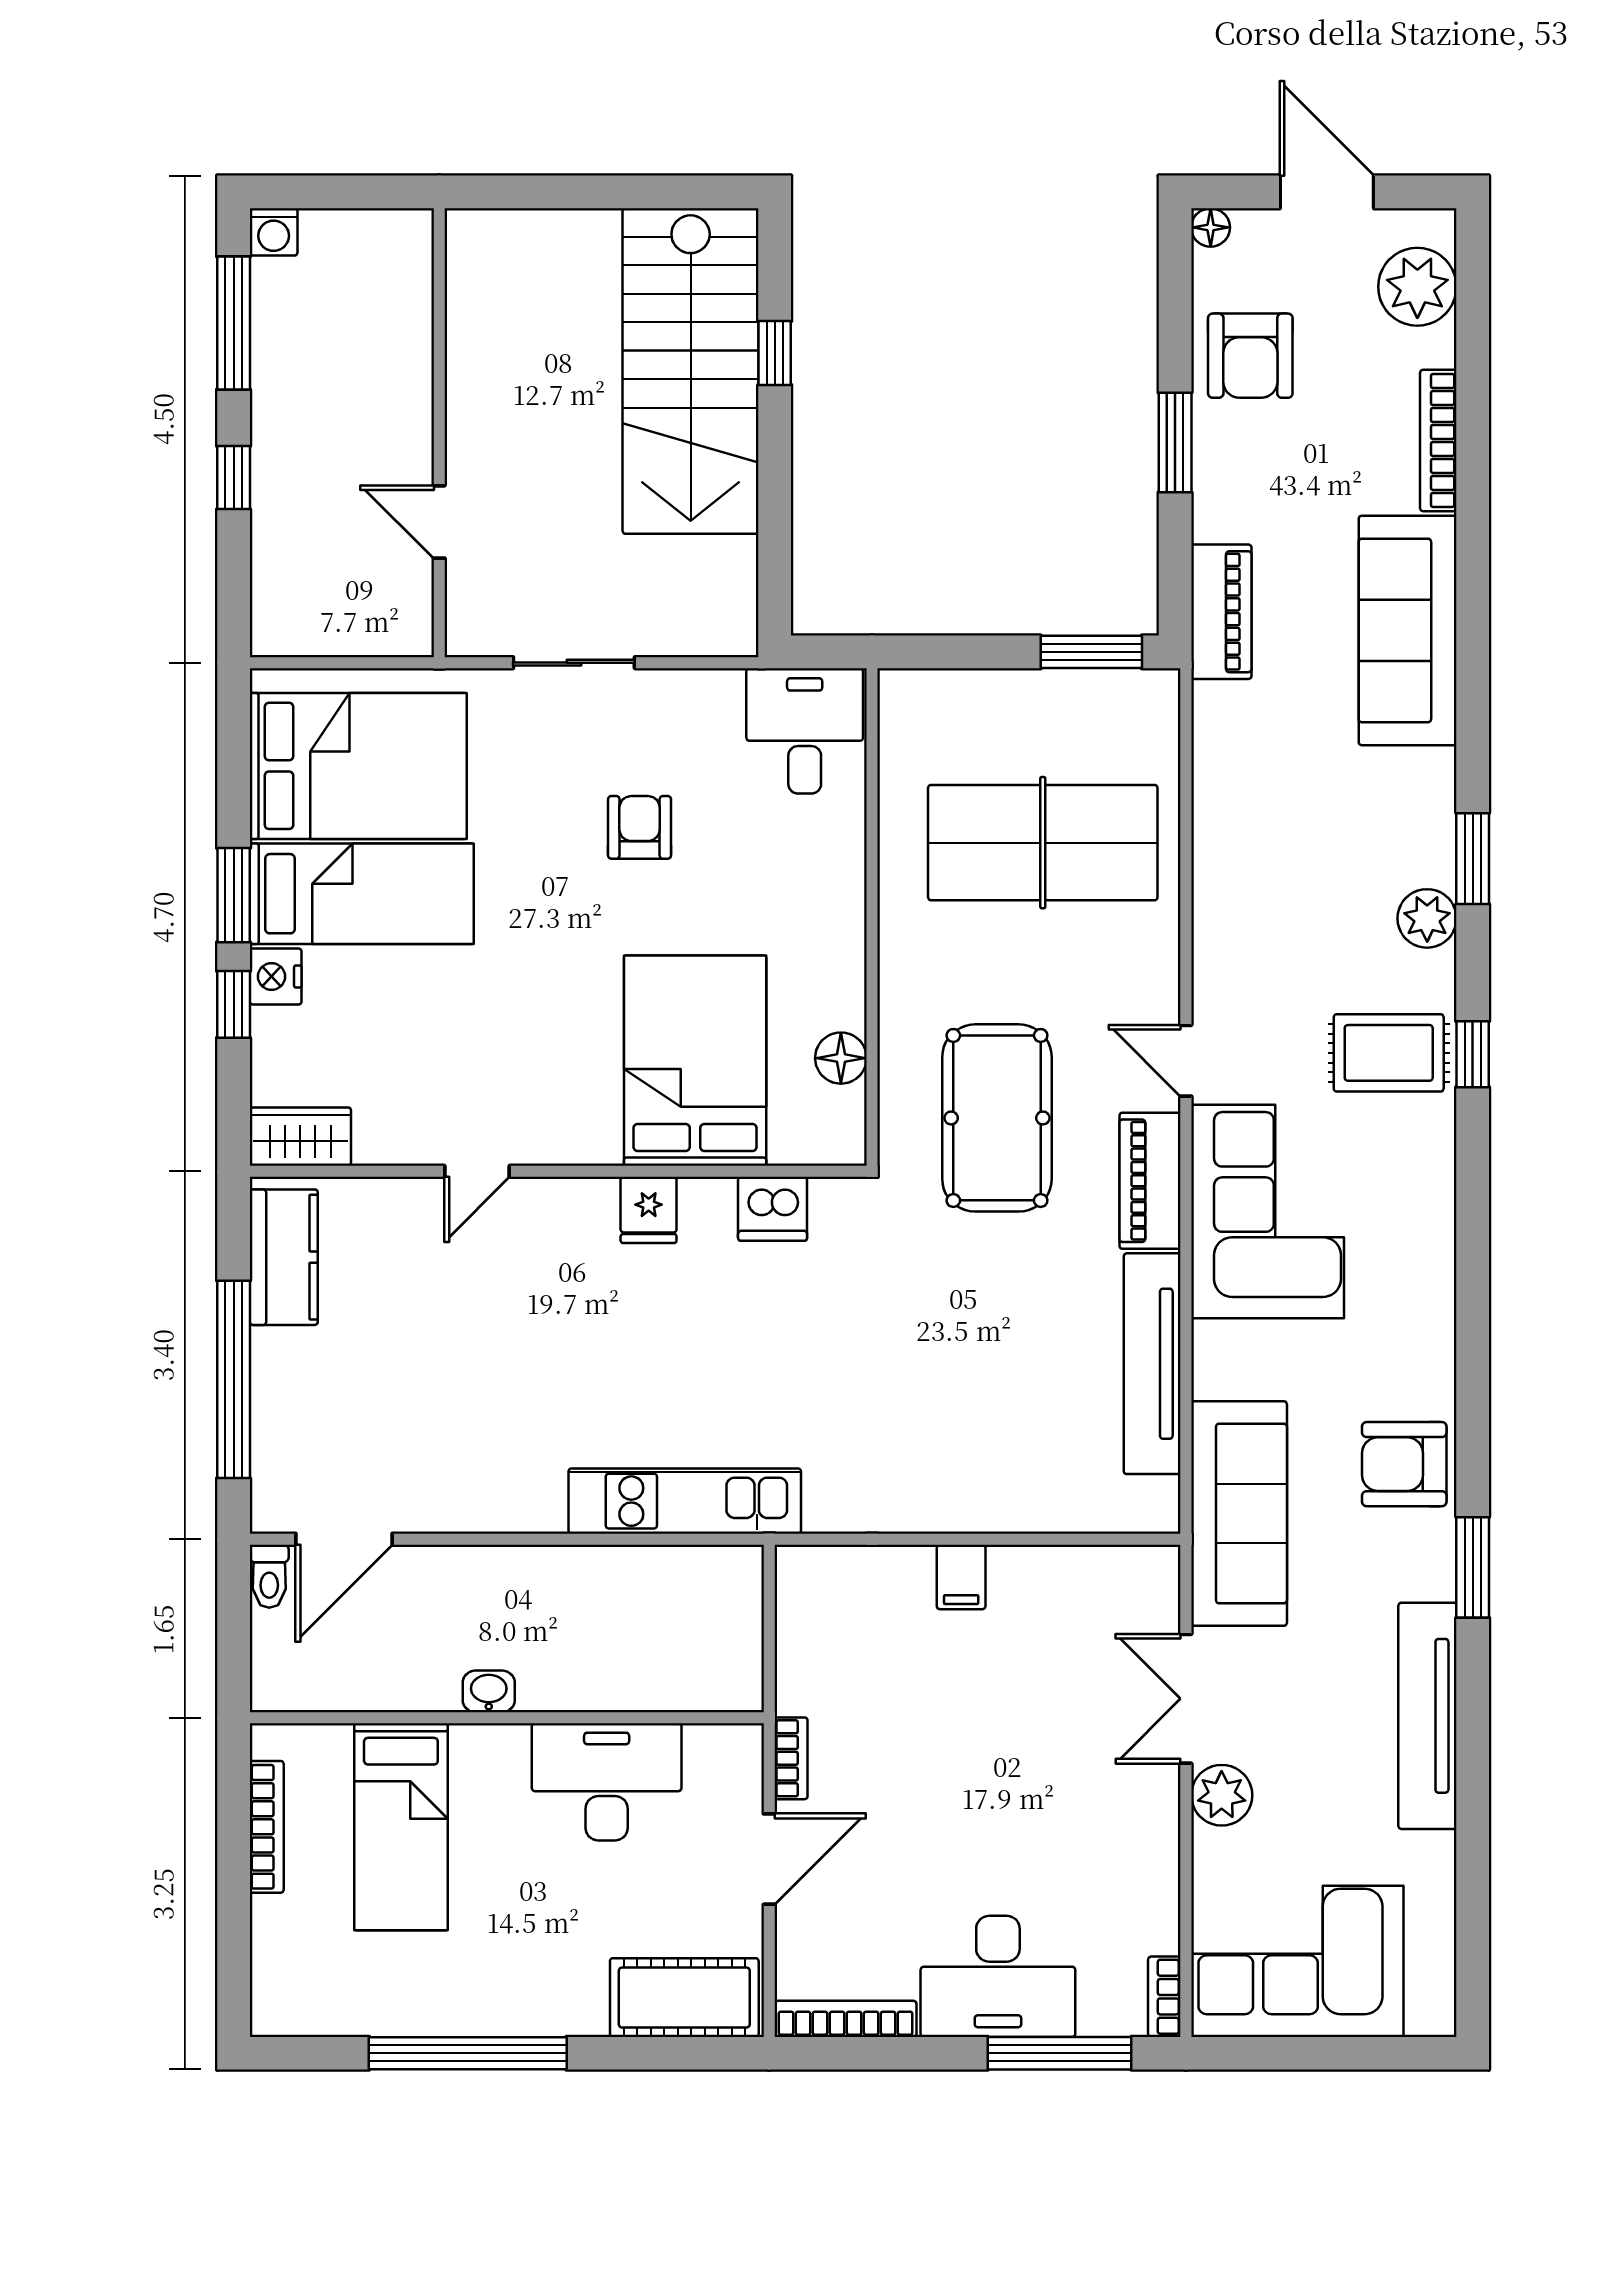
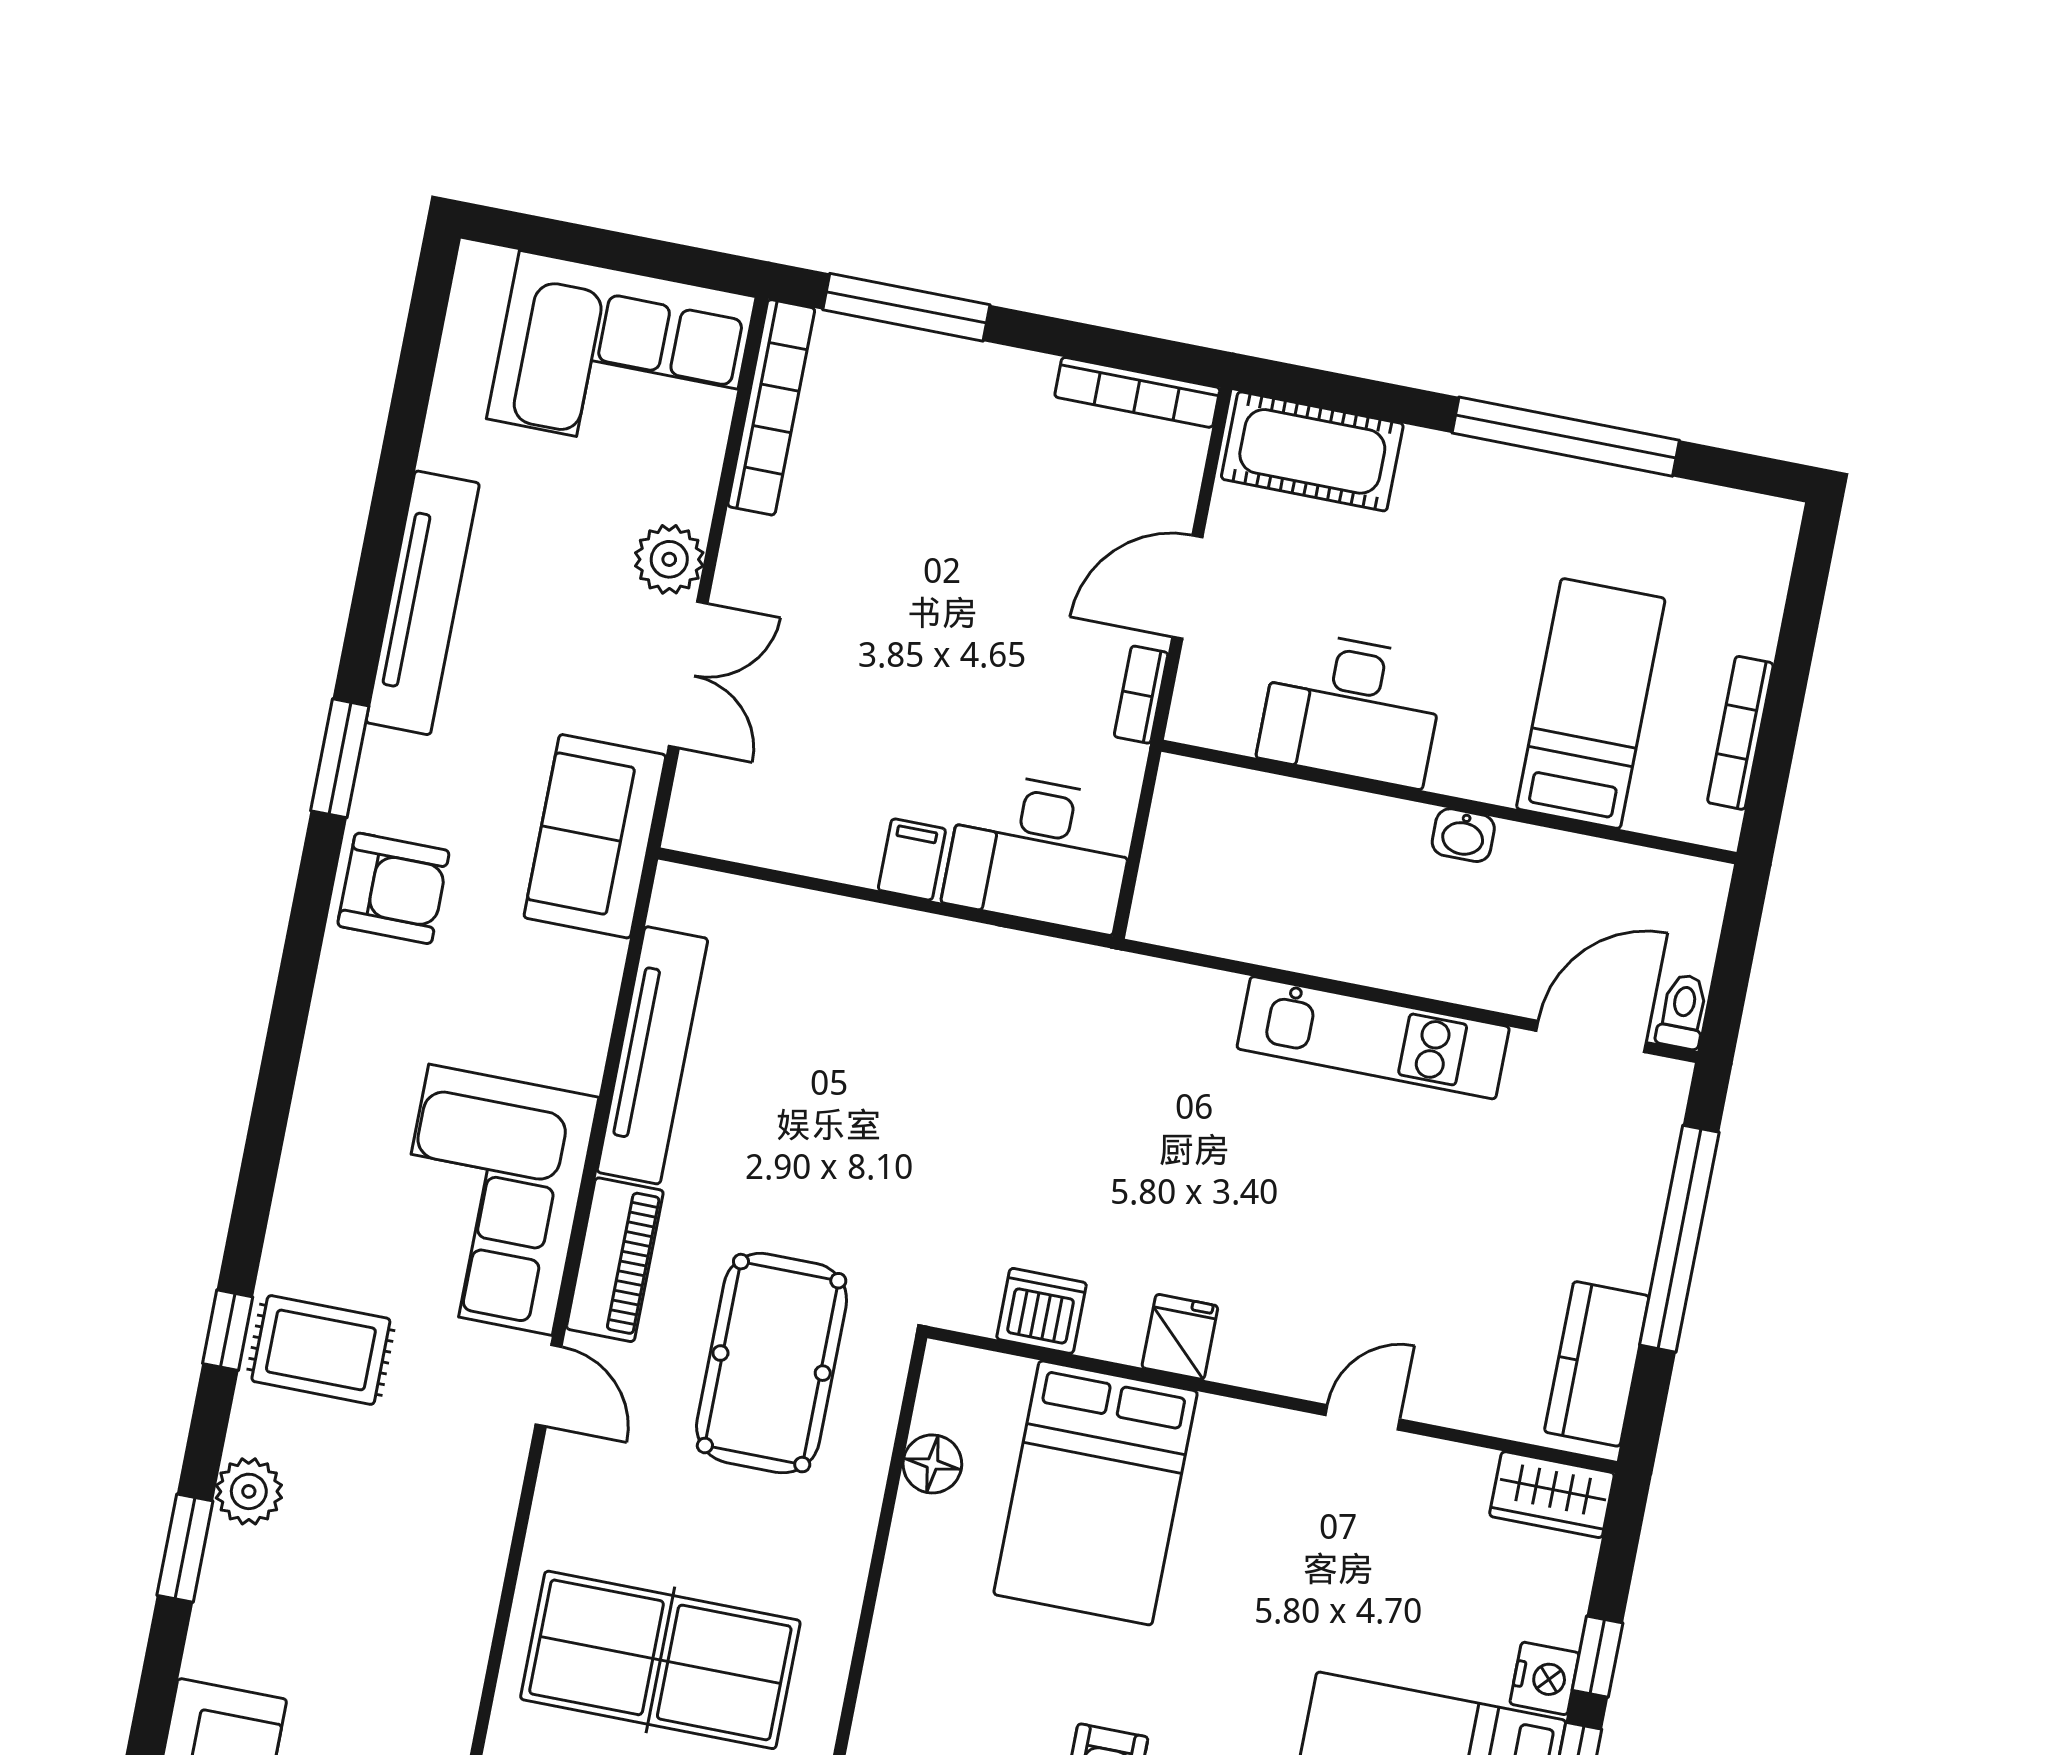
kitchen unit: (685, 1501) -> (1373, 1038), moved
sofa: (1239, 1514) -> (595, 836), width x0.73
desk: (998, 1976) -> (1040, 852), moved, turned 180
bookcase: (1164, 1997) -> (771, 407), width x2.31, depth x1.31

